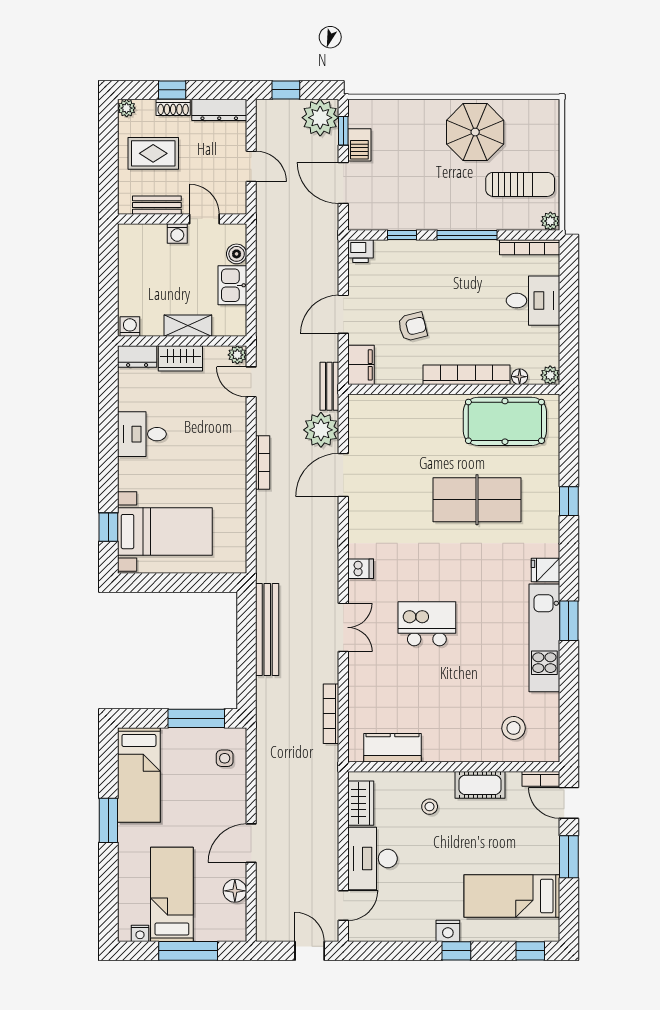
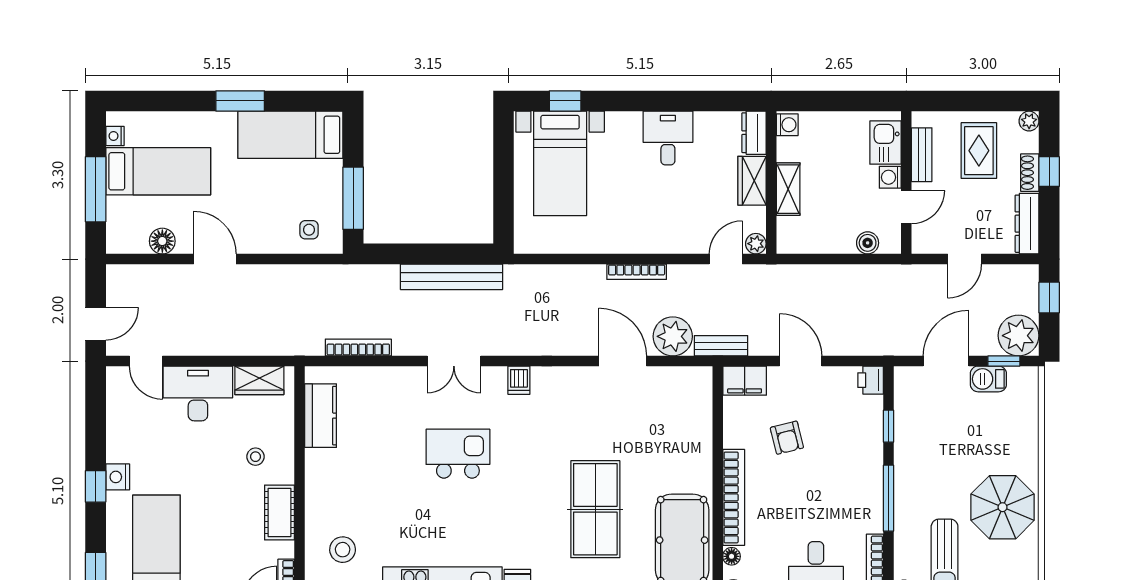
kitchen sink: (232, 285) -> (886, 143), moved, turned -90
kitchen island: (427, 624) -> (458, 454), turned -90

